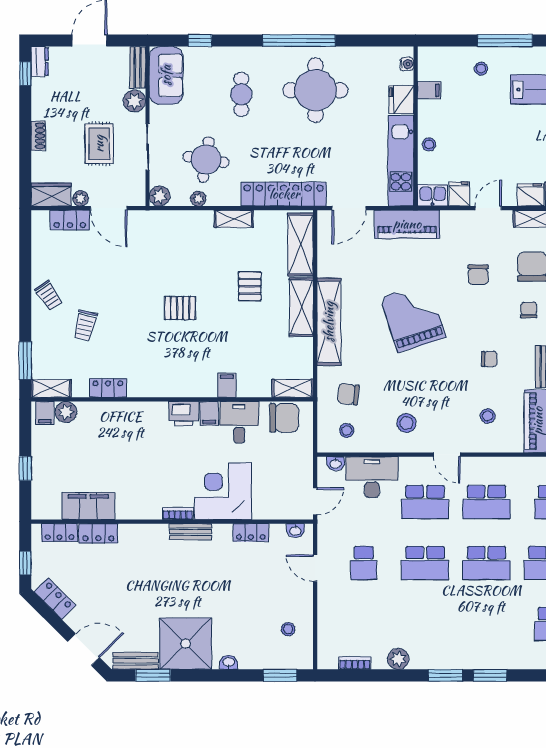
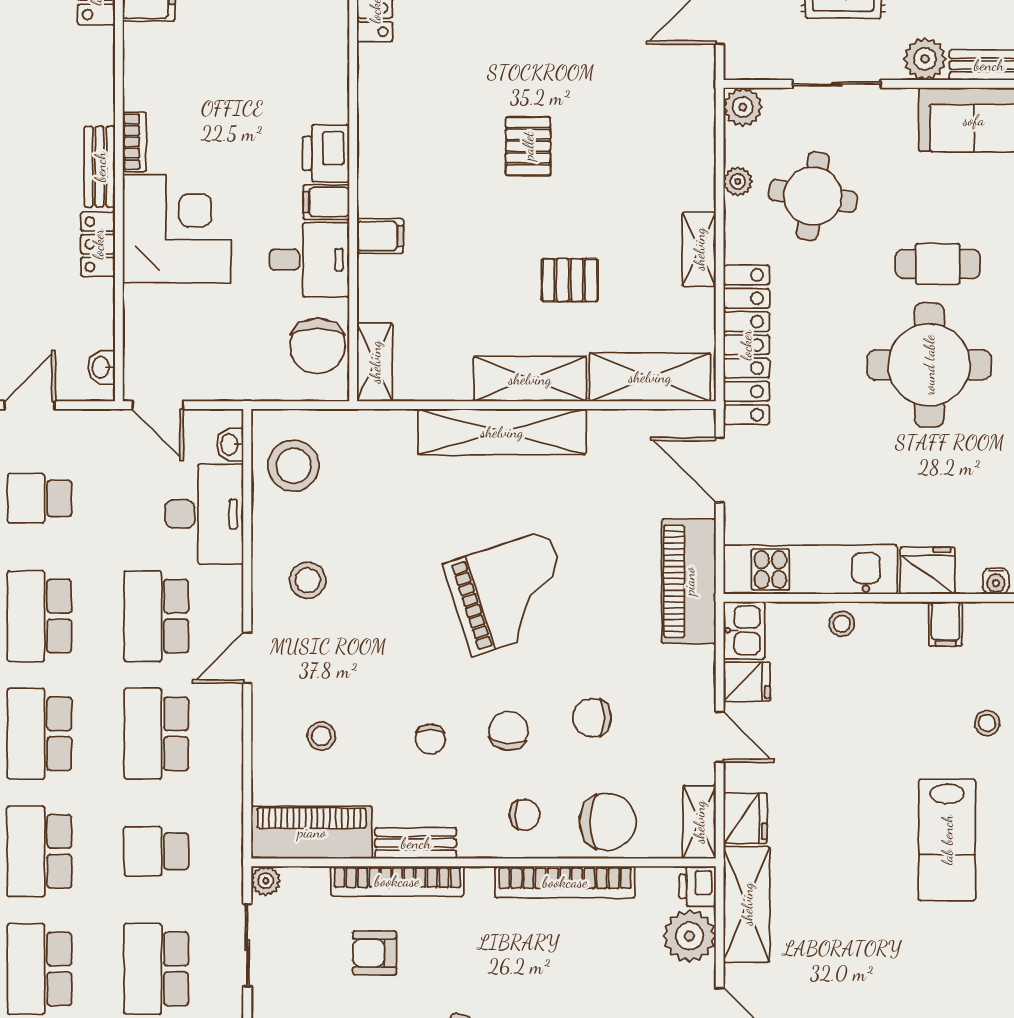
round table: (315, 90) -> (929, 365), moved
chair: (348, 394) -> (508, 731), moved
stool: (347, 430) -> (293, 466), width x1.89, depth x1.89
locker: (251, 533) -> (98, 244), moved

